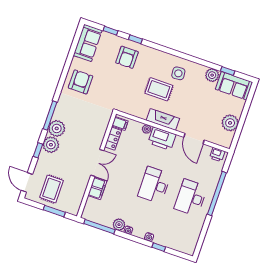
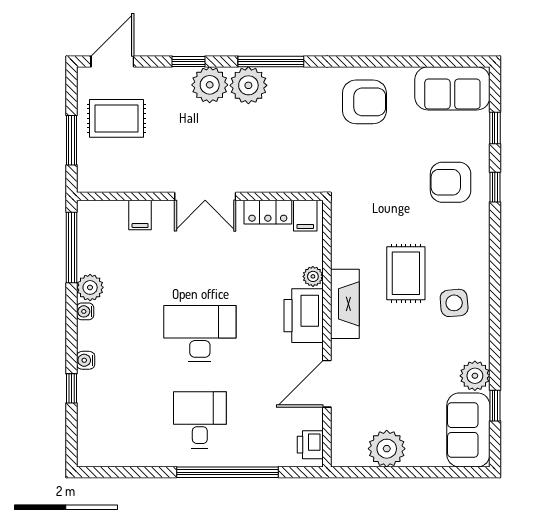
filing cabinet: (97, 188) -> (140, 215), width x0.50
desk: (191, 198) -> (200, 420), width x0.73

